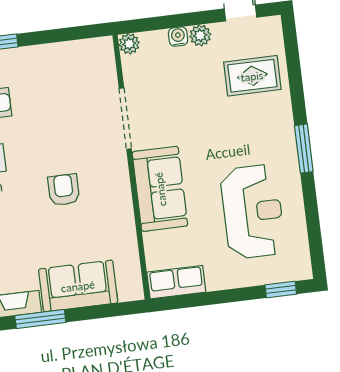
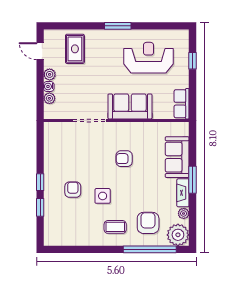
plant: (129, 44) -> (49, 98), moved
window: (281, 289) -> (192, 61), moved

